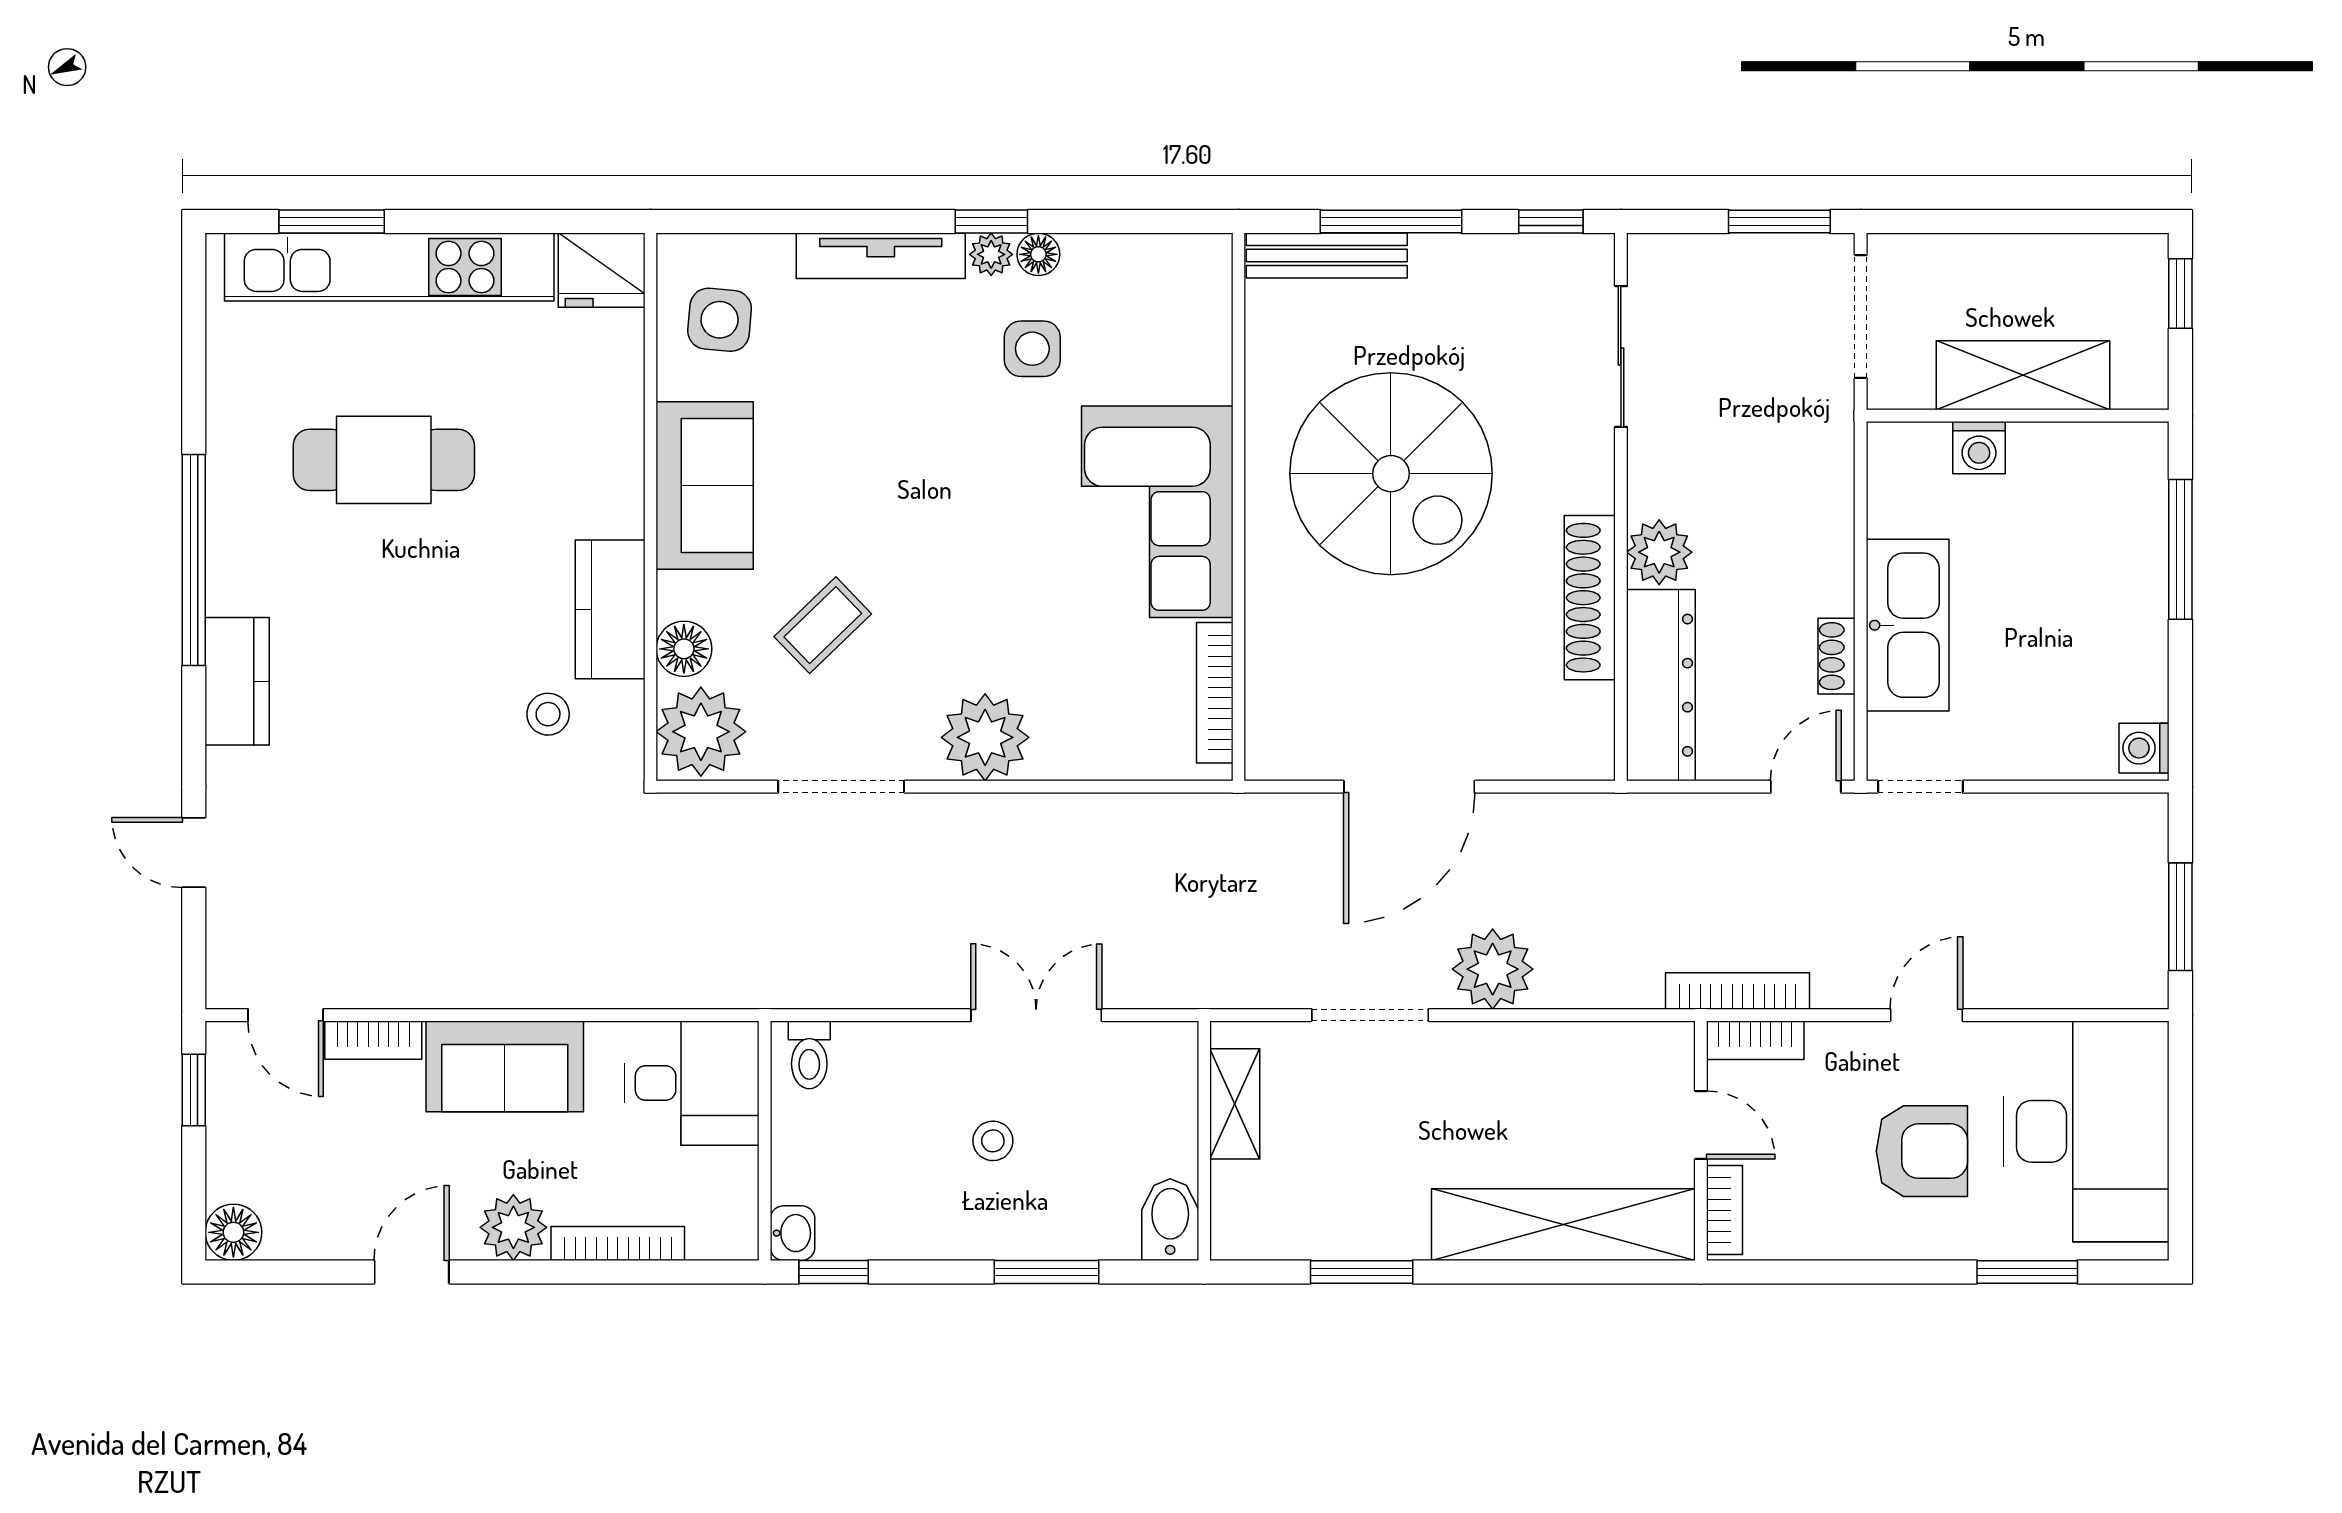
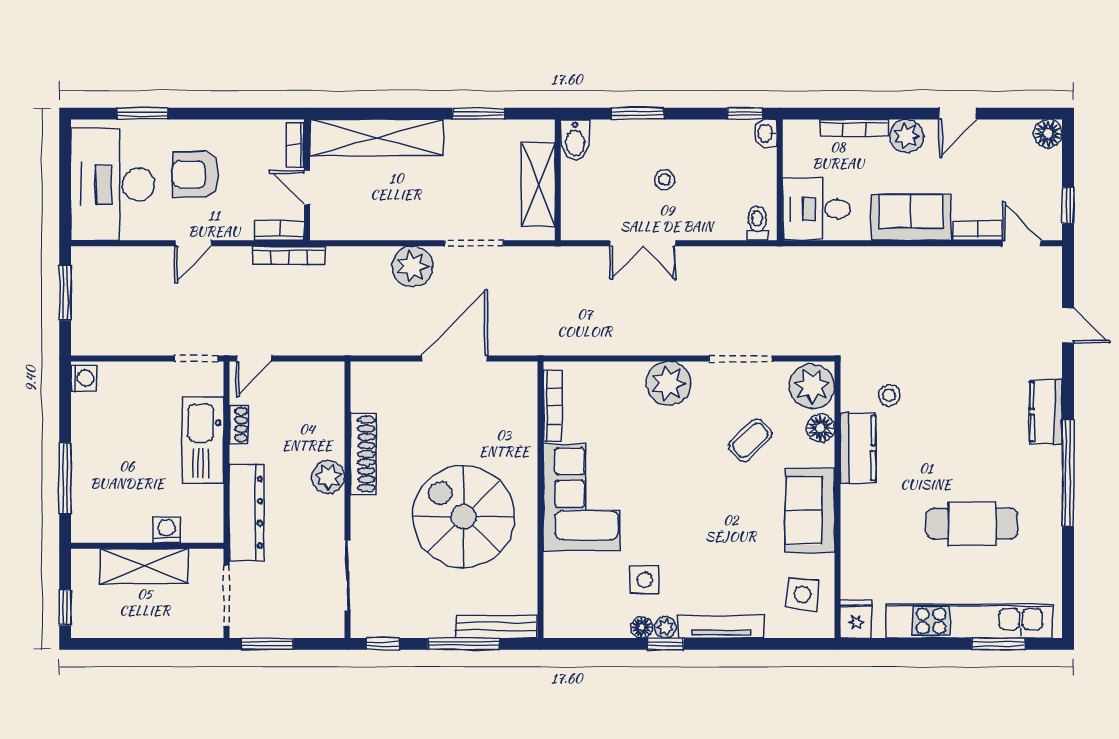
fridge: (602, 270) -> (856, 619), width x0.72
dresser: (1661, 685) -> (247, 512), moved, turned 180
shelving: (1235, 1104) -> (538, 184), width x1.50, depth x1.33

